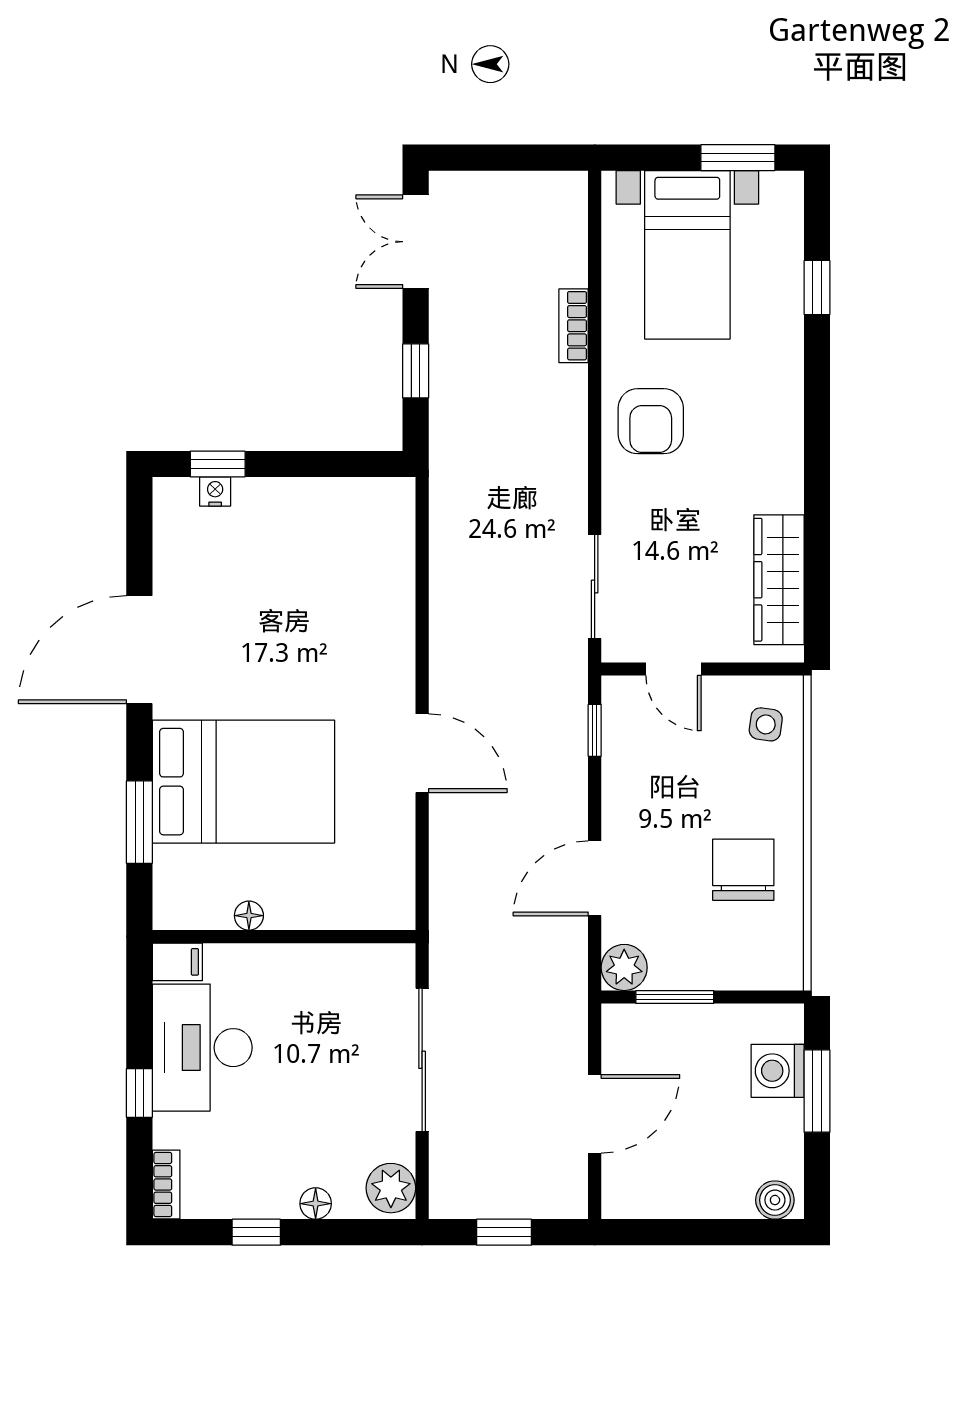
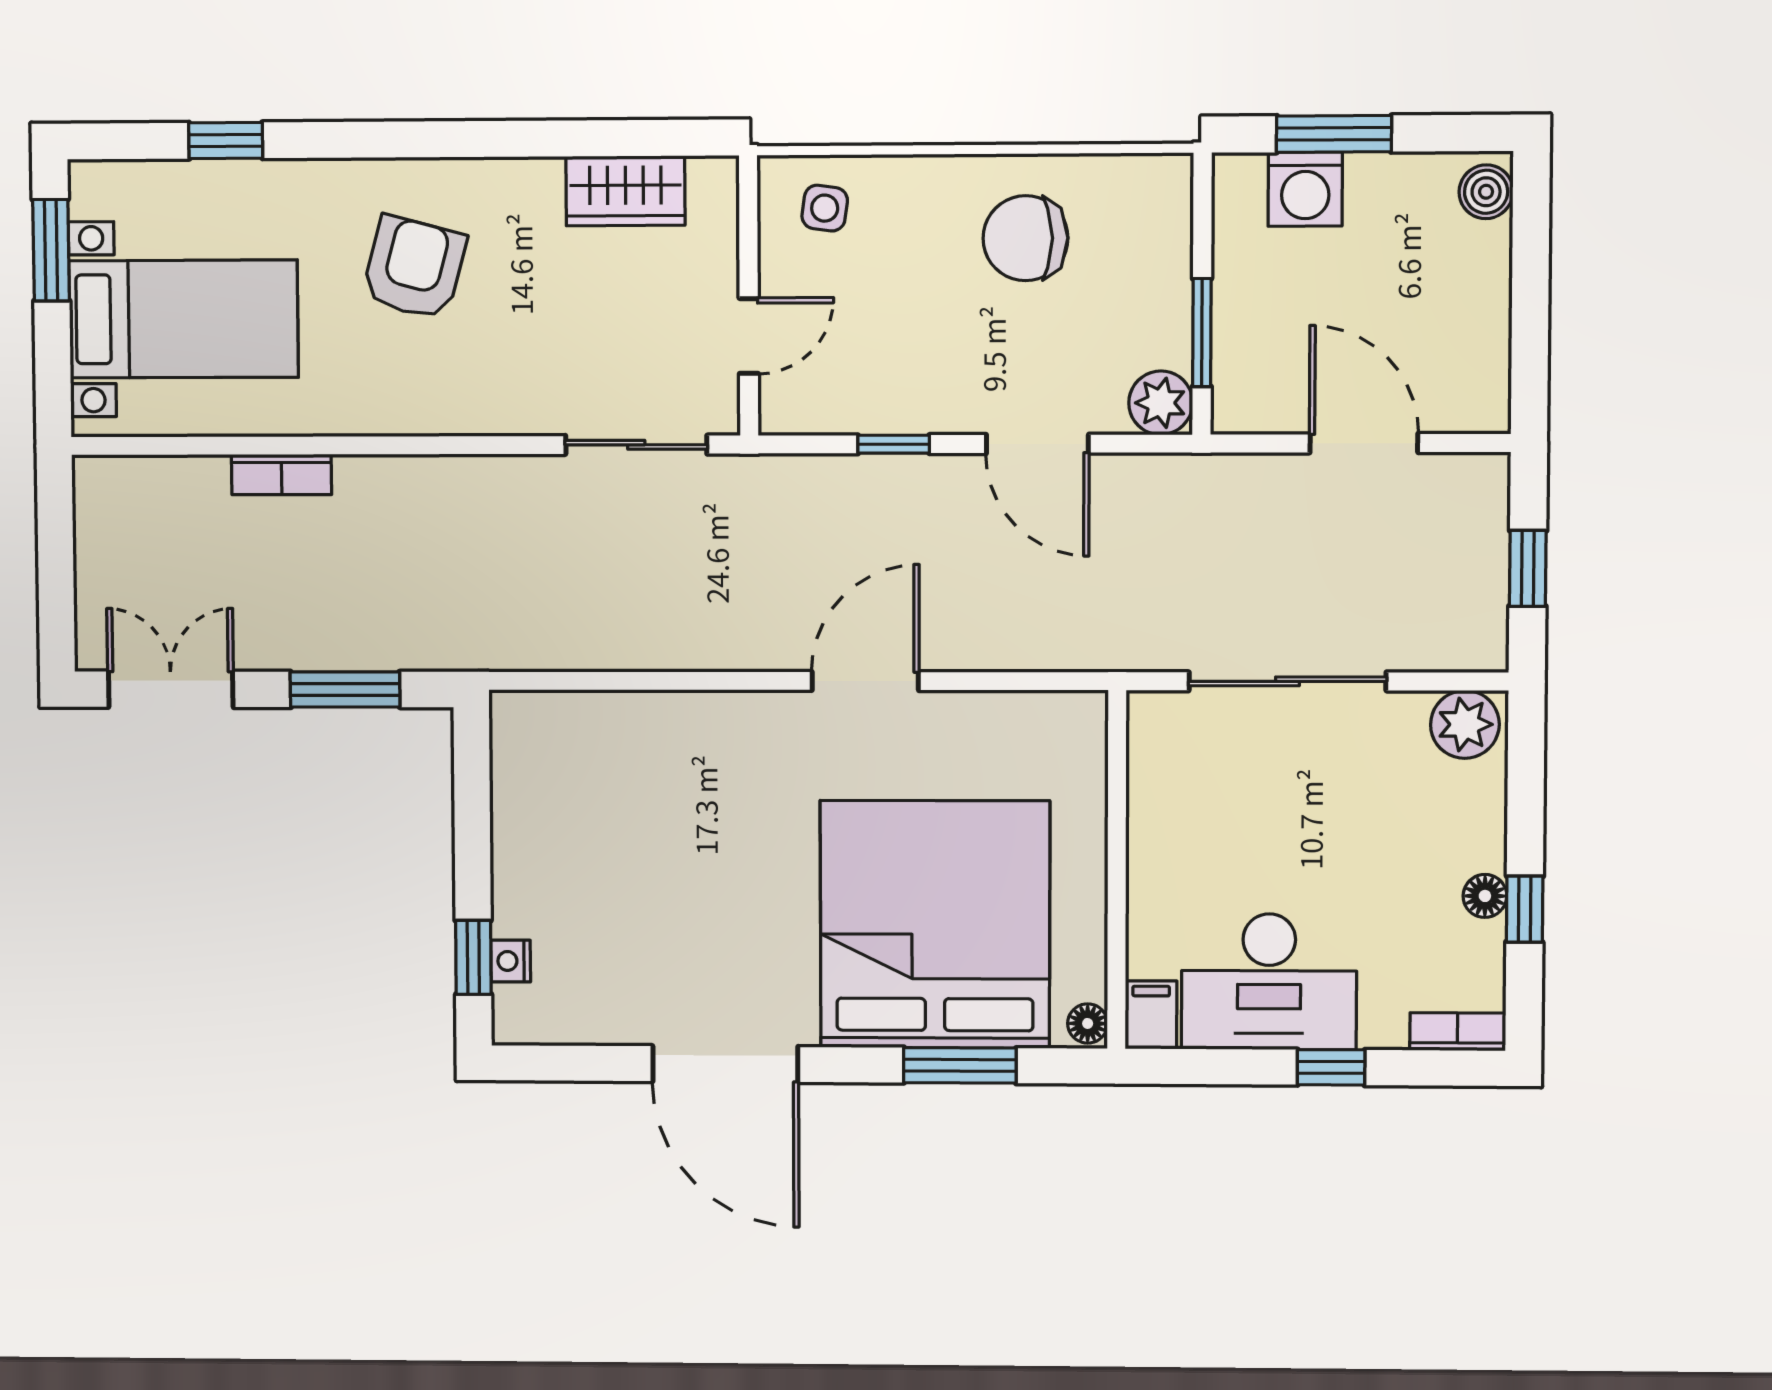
double door: (416, 242) -> (171, 689), swing flipped
window: (416, 371) -> (345, 689), width x1.50
armchair: (651, 421) -> (414, 268), moved, turned -75
wardrobe: (779, 580) -> (625, 191), width x0.67
window: (595, 730) -> (894, 444), moved
bed: (243, 782) -> (935, 924), width x1.36
floor lamp: (249, 916) -> (1088, 1023), moved
floor lamp: (316, 1204) -> (1485, 896), moved

